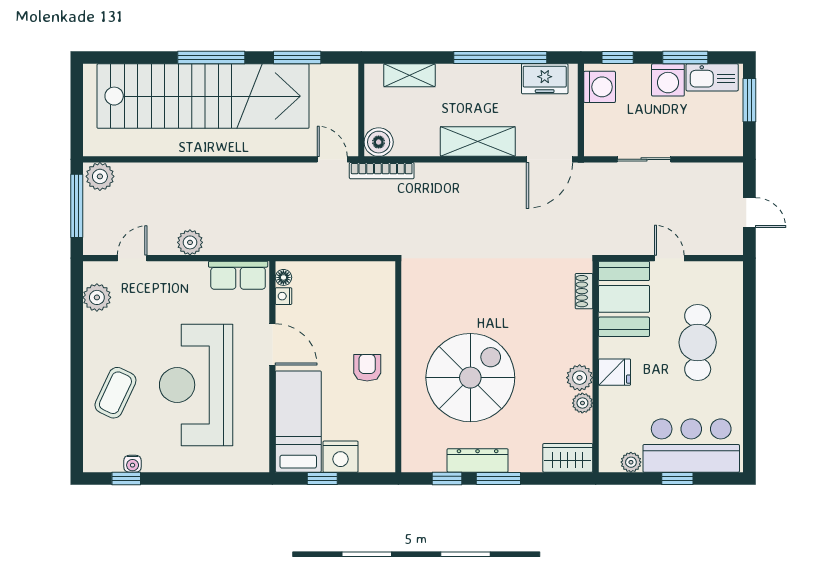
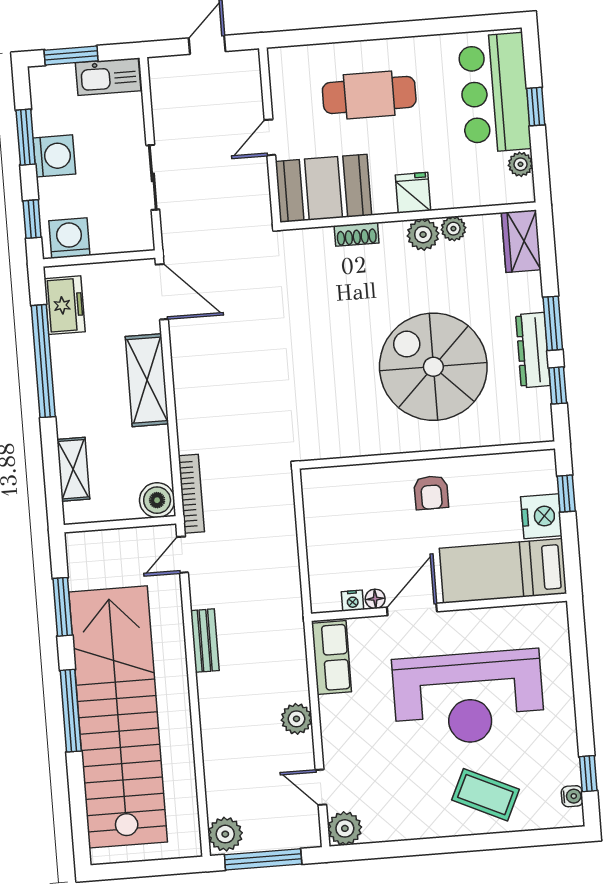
kitchen sink: (712, 77) -> (108, 77), moved, turned 90
bench: (260, 172) -> (205, 641), added
floor lamp: (283, 277) -> (375, 599), moved
shoe rack: (584, 291) -> (357, 234), moved
plant: (97, 297) -> (345, 828), moved
armchair: (367, 368) -> (431, 493), turned -90
water cooler: (133, 464) -> (572, 796), moved
window: (322, 478) -> (566, 494), moved

